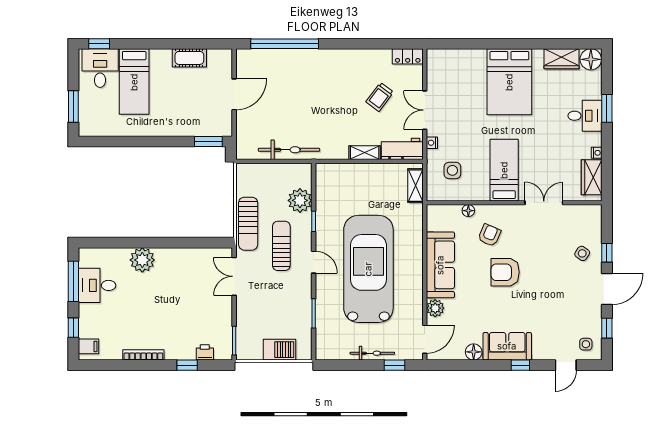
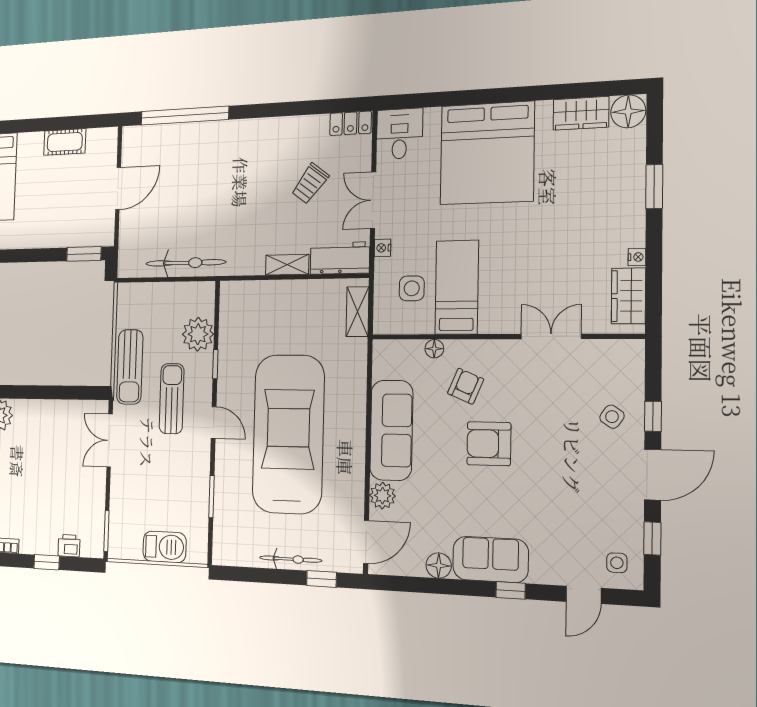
bed: (509, 82) -> (487, 153), width x1.36
desk: (585, 116) -> (399, 134), moved, turned -90
bed: (504, 170) -> (457, 287), moved

